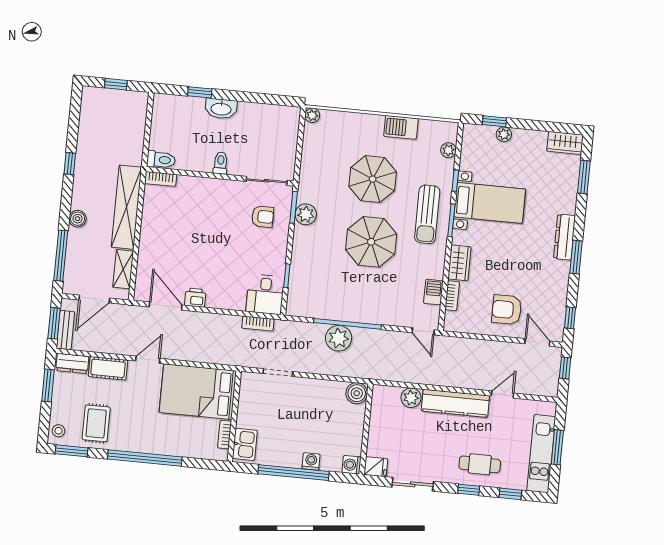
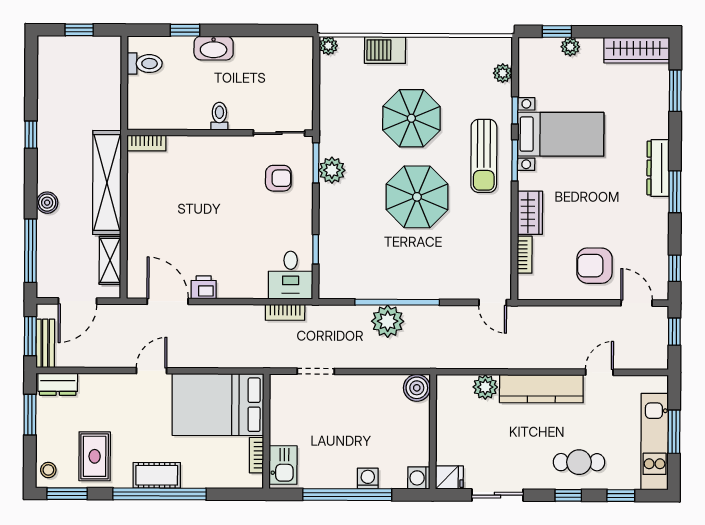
barbecue: (401, 127) -> (385, 50), moved
wardrobe: (565, 143) -> (637, 50), width x1.50
toilet: (161, 160) -> (145, 64), moved
barbecue: (433, 292) -> (501, 252), removed
cot: (108, 368) -> (157, 475), moved

